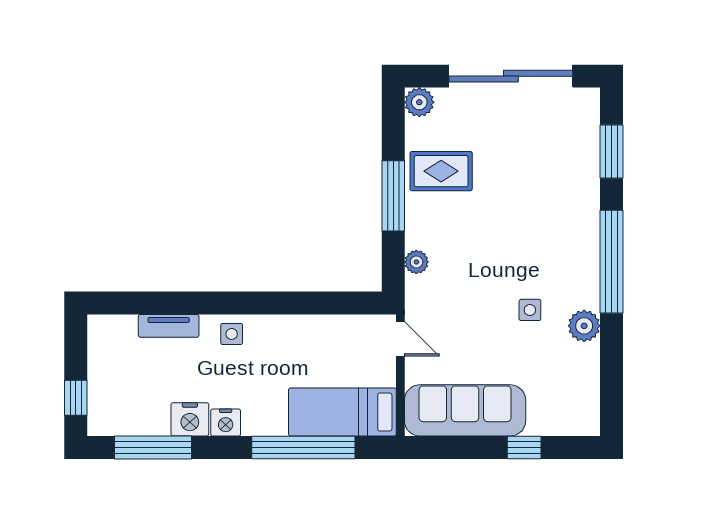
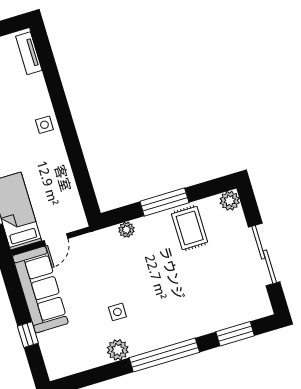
sliding door: (511, 76) -> (264, 255), width x0.73
tv unit: (169, 326) -> (29, 53), moved
door: (400, 339) -> (56, 239), moved

